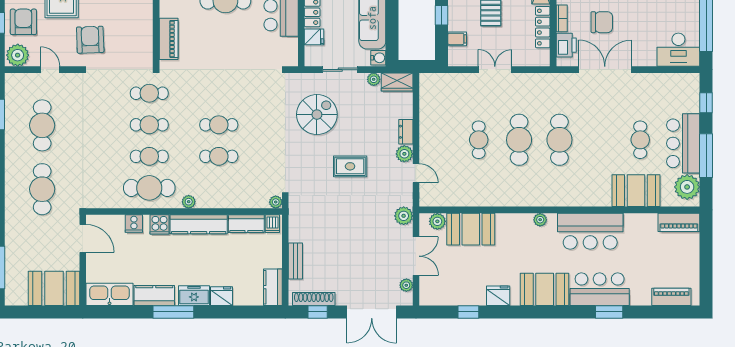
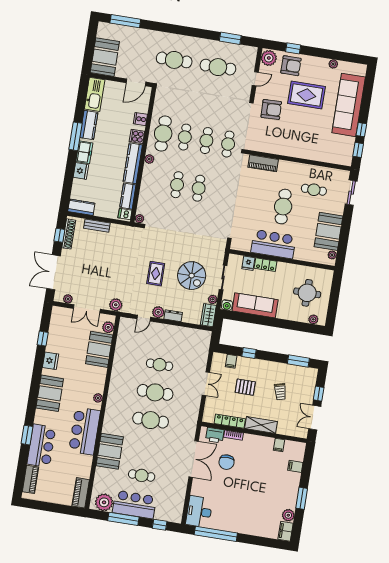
spiral stairs: (317, 115) -> (192, 276), moved
booth: (636, 191) -> (110, 451), moved
bar counter: (600, 289) -> (41, 446), moved

